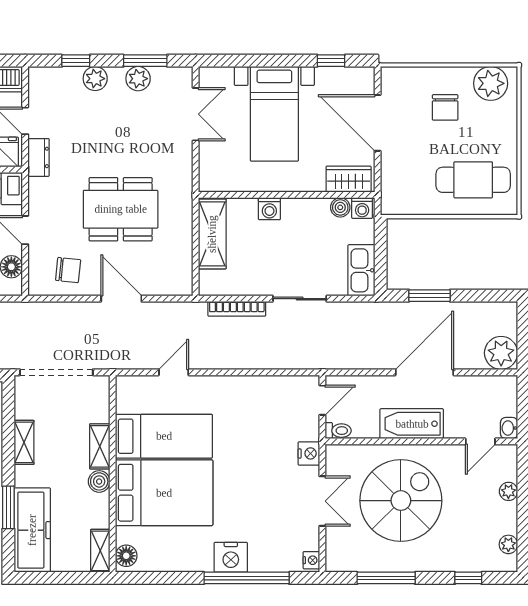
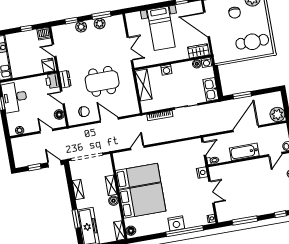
double door: (196, 114) -> (130, 49), moved
dresser: (39, 157) -> (65, 79), moved
spiral stairs: (401, 501) -> (245, 186), removed

